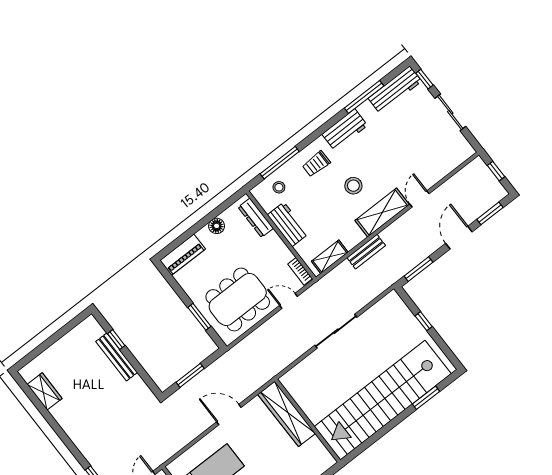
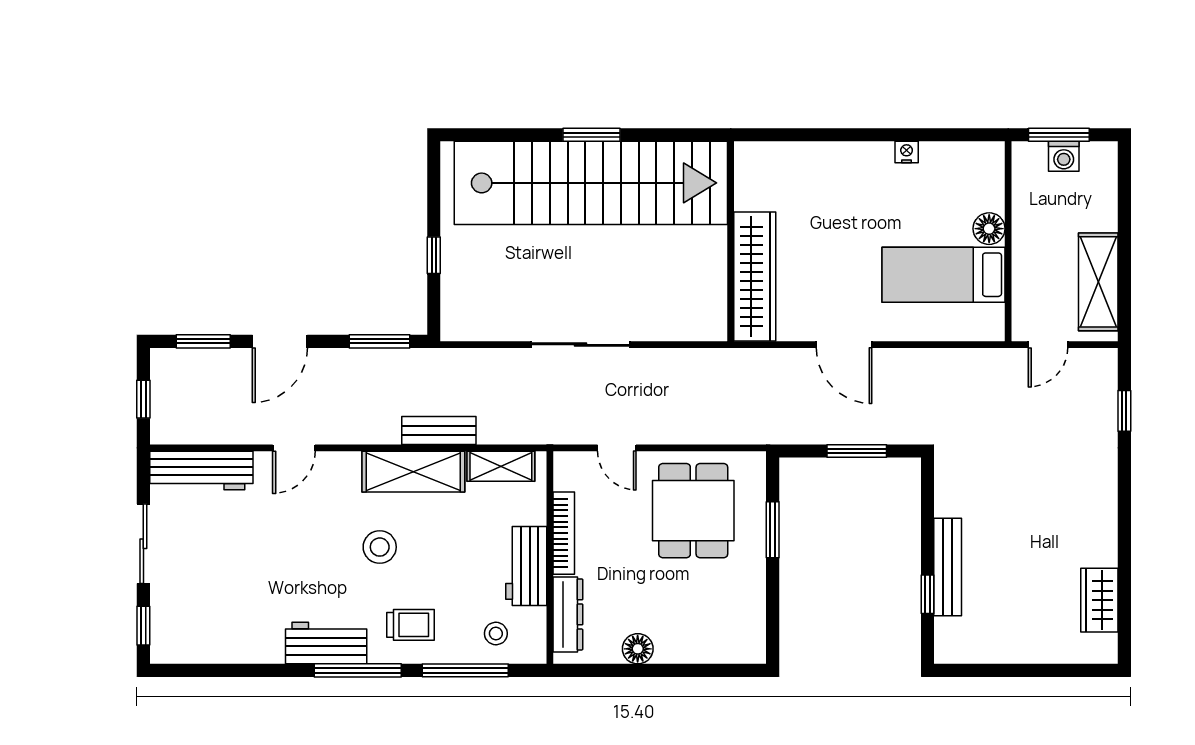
workbench: (395, 90) -> (201, 470), moved, turned 180
window: (364, 97) -> (358, 670), moved
shelving: (382, 212) -> (413, 472), moved
piano: (183, 255) -> (724, 645), removed
bookcase: (300, 271) -> (564, 533), moved, width x1.56
dining table: (238, 299) -> (693, 511), width x0.73
window: (426, 398) -> (592, 135), moved

